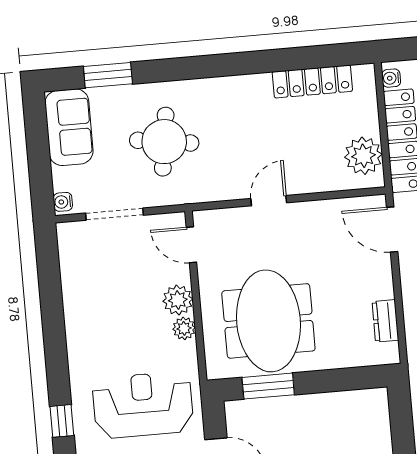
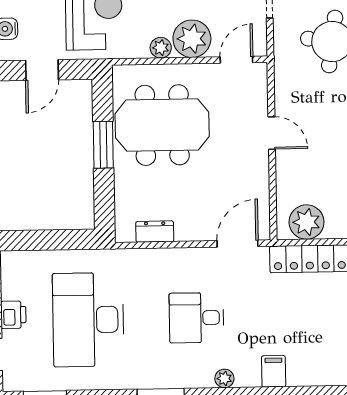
plant: (178, 300) -> (192, 39), width x1.36, depth x1.36
window: (268, 386) -> (103, 145), moved

